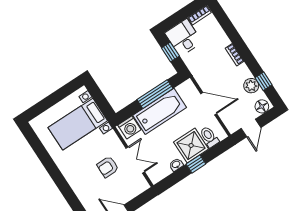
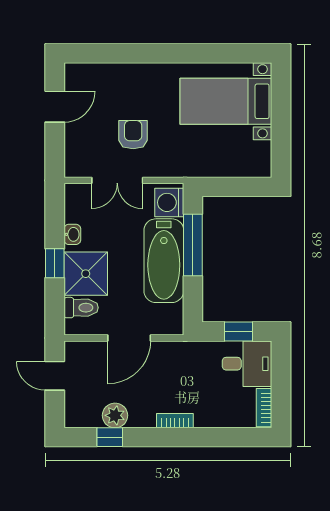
window: (155, 94) -> (193, 245), moved
floor lamp: (262, 106) -> (75, 411), removed
bed with nightstands: (78, 124) -> (226, 101), moved, turned -90

